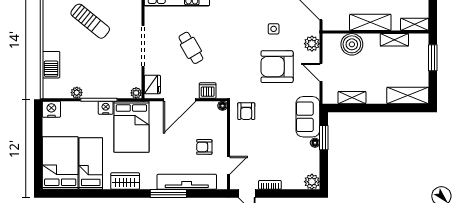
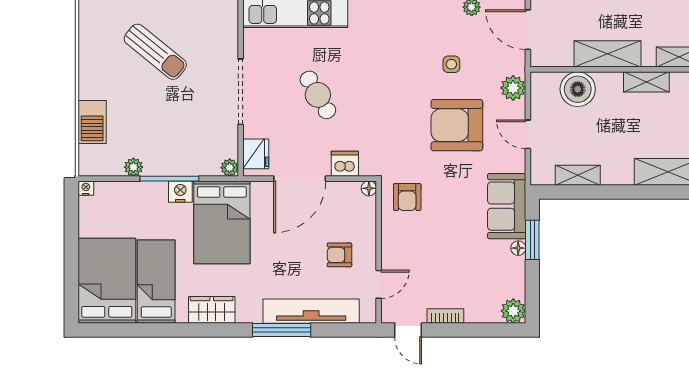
nightstand: (51, 109) -> (86, 188), width x0.53, depth x0.56

